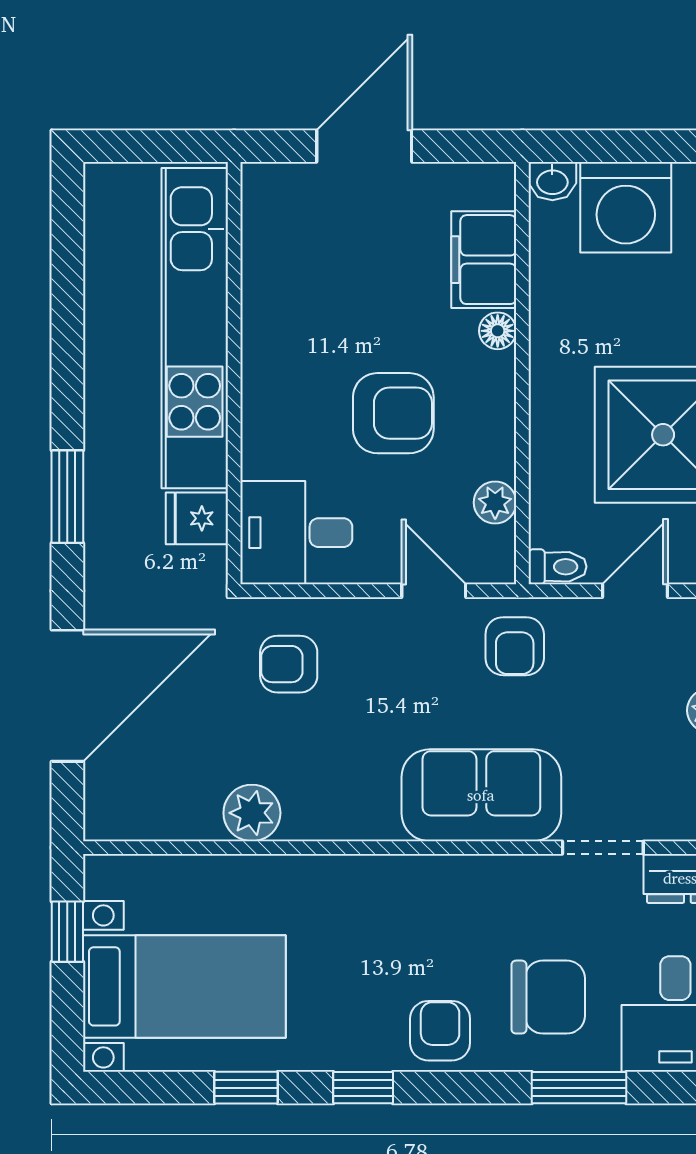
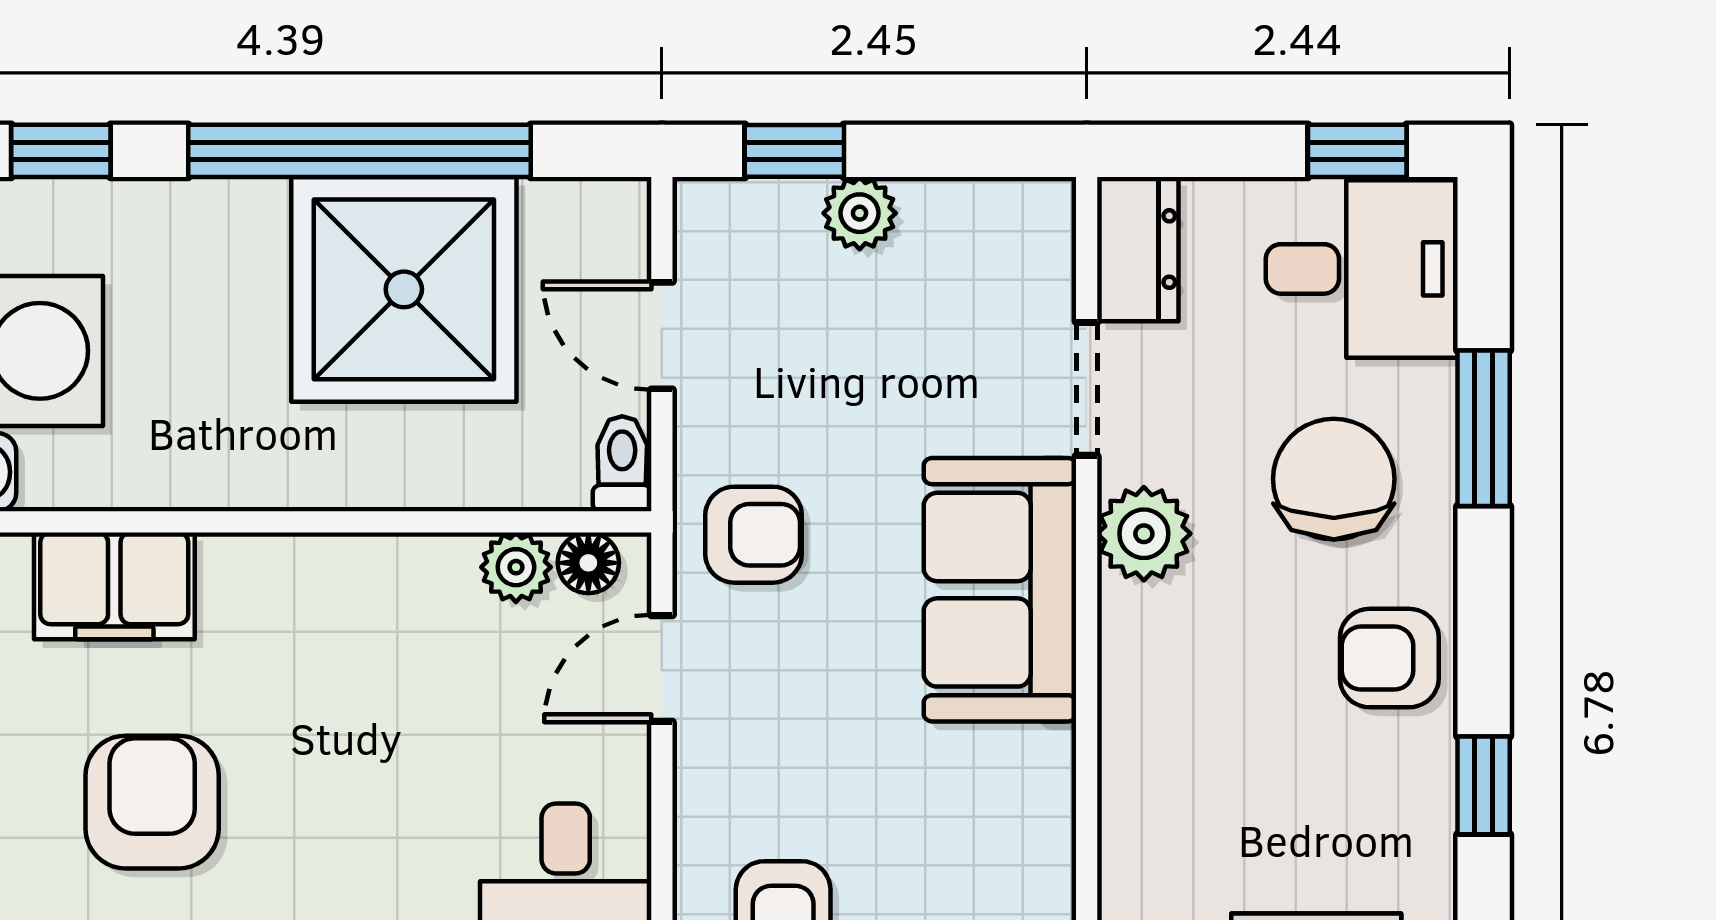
floor lamp: (498, 331) -> (588, 563), moved
armchair: (393, 413) -> (152, 802), moved
plant: (515, 882) -> (1144, 534), added

